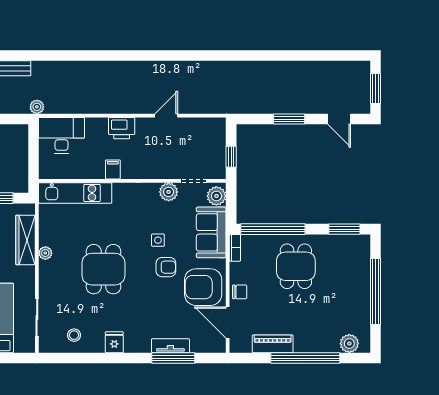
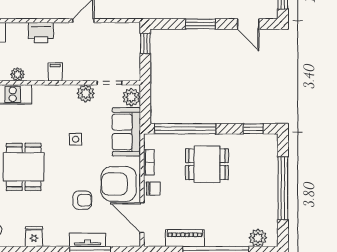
window: (231, 157) -> (145, 43), moved
filing cabinet: (113, 170) -> (55, 72), moved
plant: (97, 172) -> (17, 74), added
window: (344, 229) -> (253, 129), width x0.67
bookcase: (235, 248) -> (149, 162), moved
dining table: (296, 266) -> (207, 164), turned 90
armchair: (166, 267) -> (82, 200), moved

